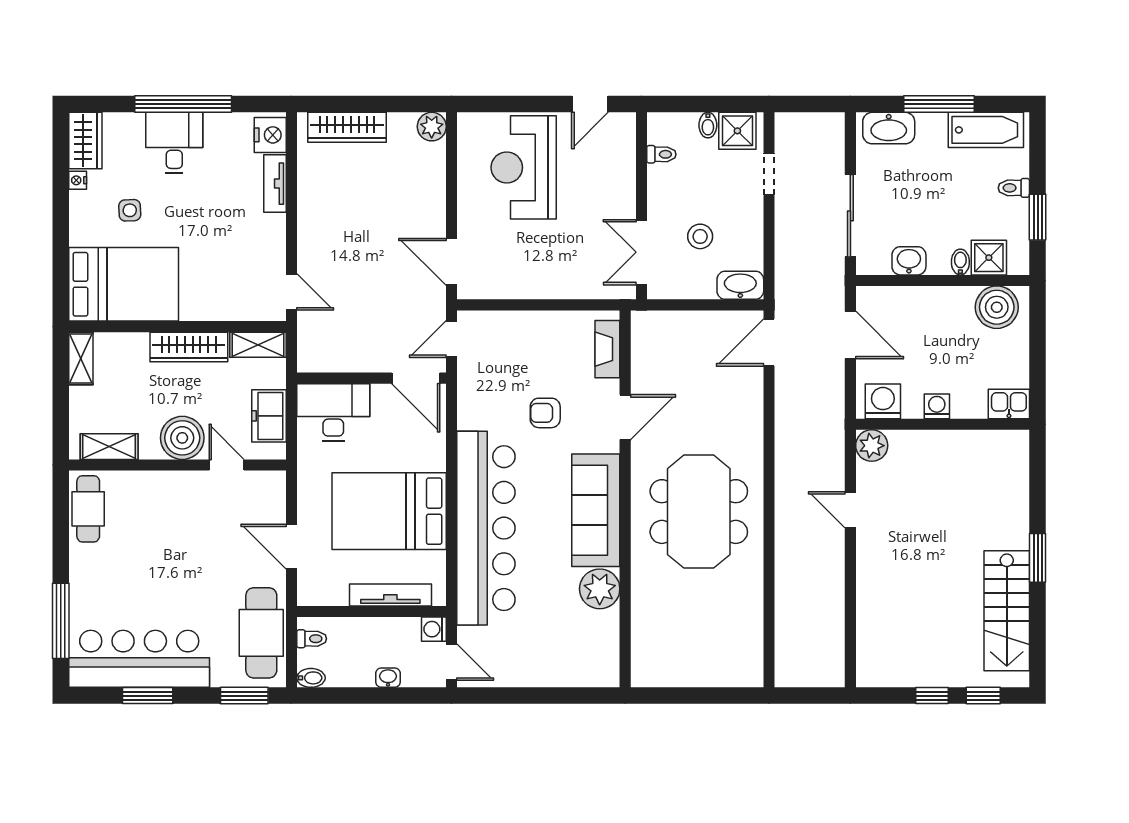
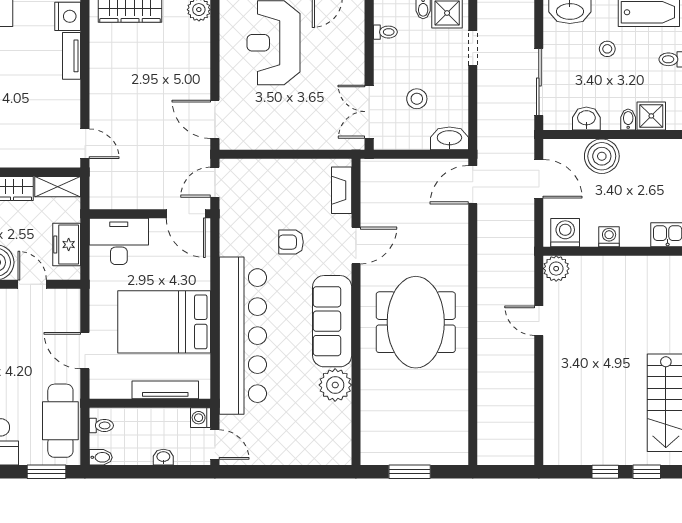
stool: (935, 175) -> (607, 49), added
boiler: (997, 307) -> (602, 156), moved
window: (691, 696) -> (410, 472), added

